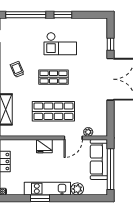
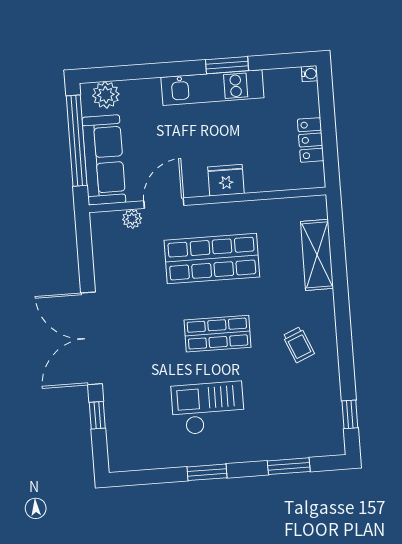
window: (26, 15) -> (289, 466), width x0.47
plant: (77, 189) -> (106, 95), moved

